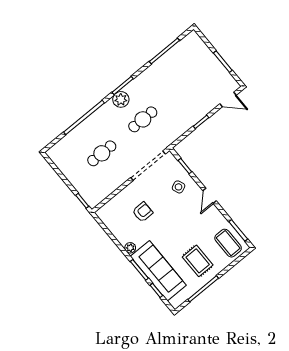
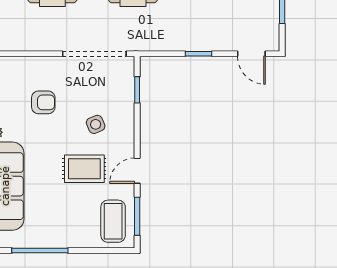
side table: (179, 187) -> (96, 124), moved
door: (210, 196) -> (137, 171), moved
rug: (198, 261) -> (84, 169), moved, turned 90

